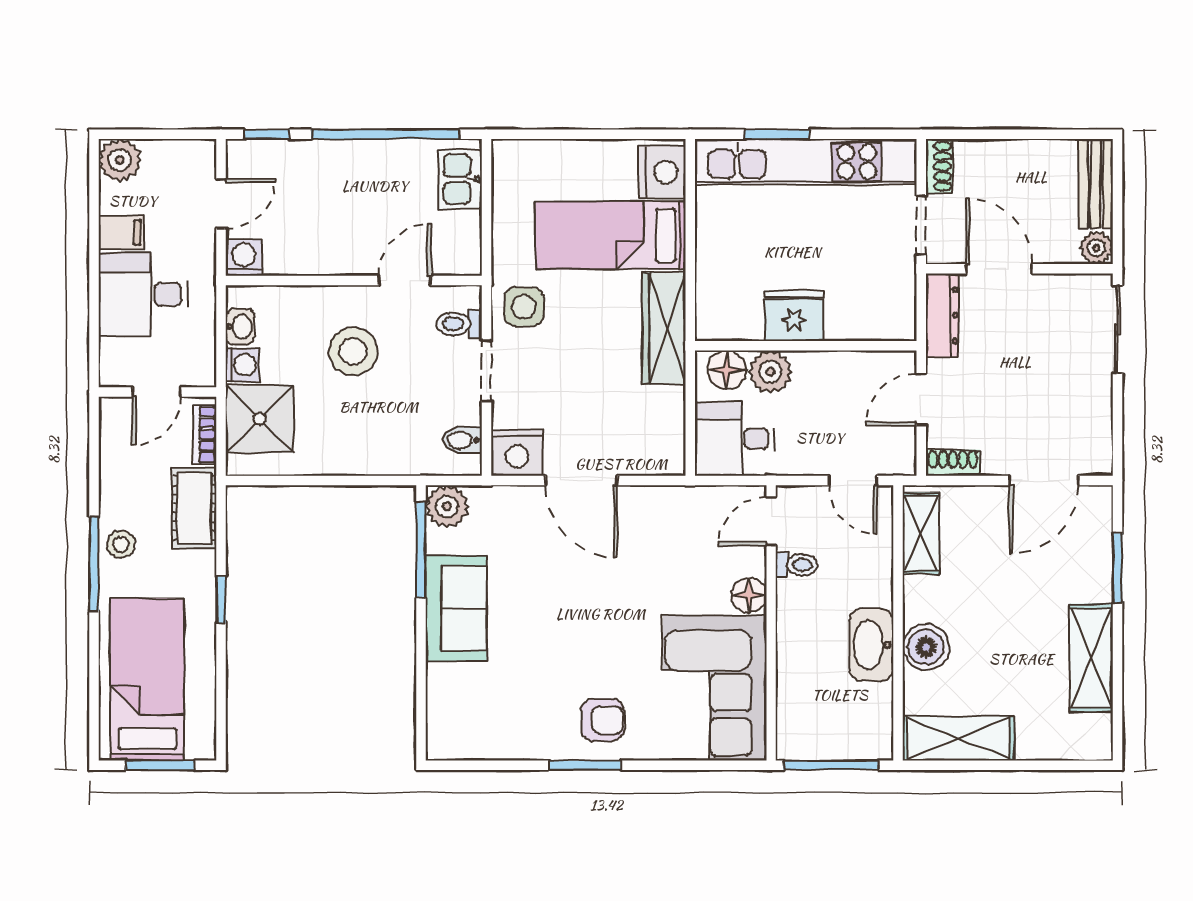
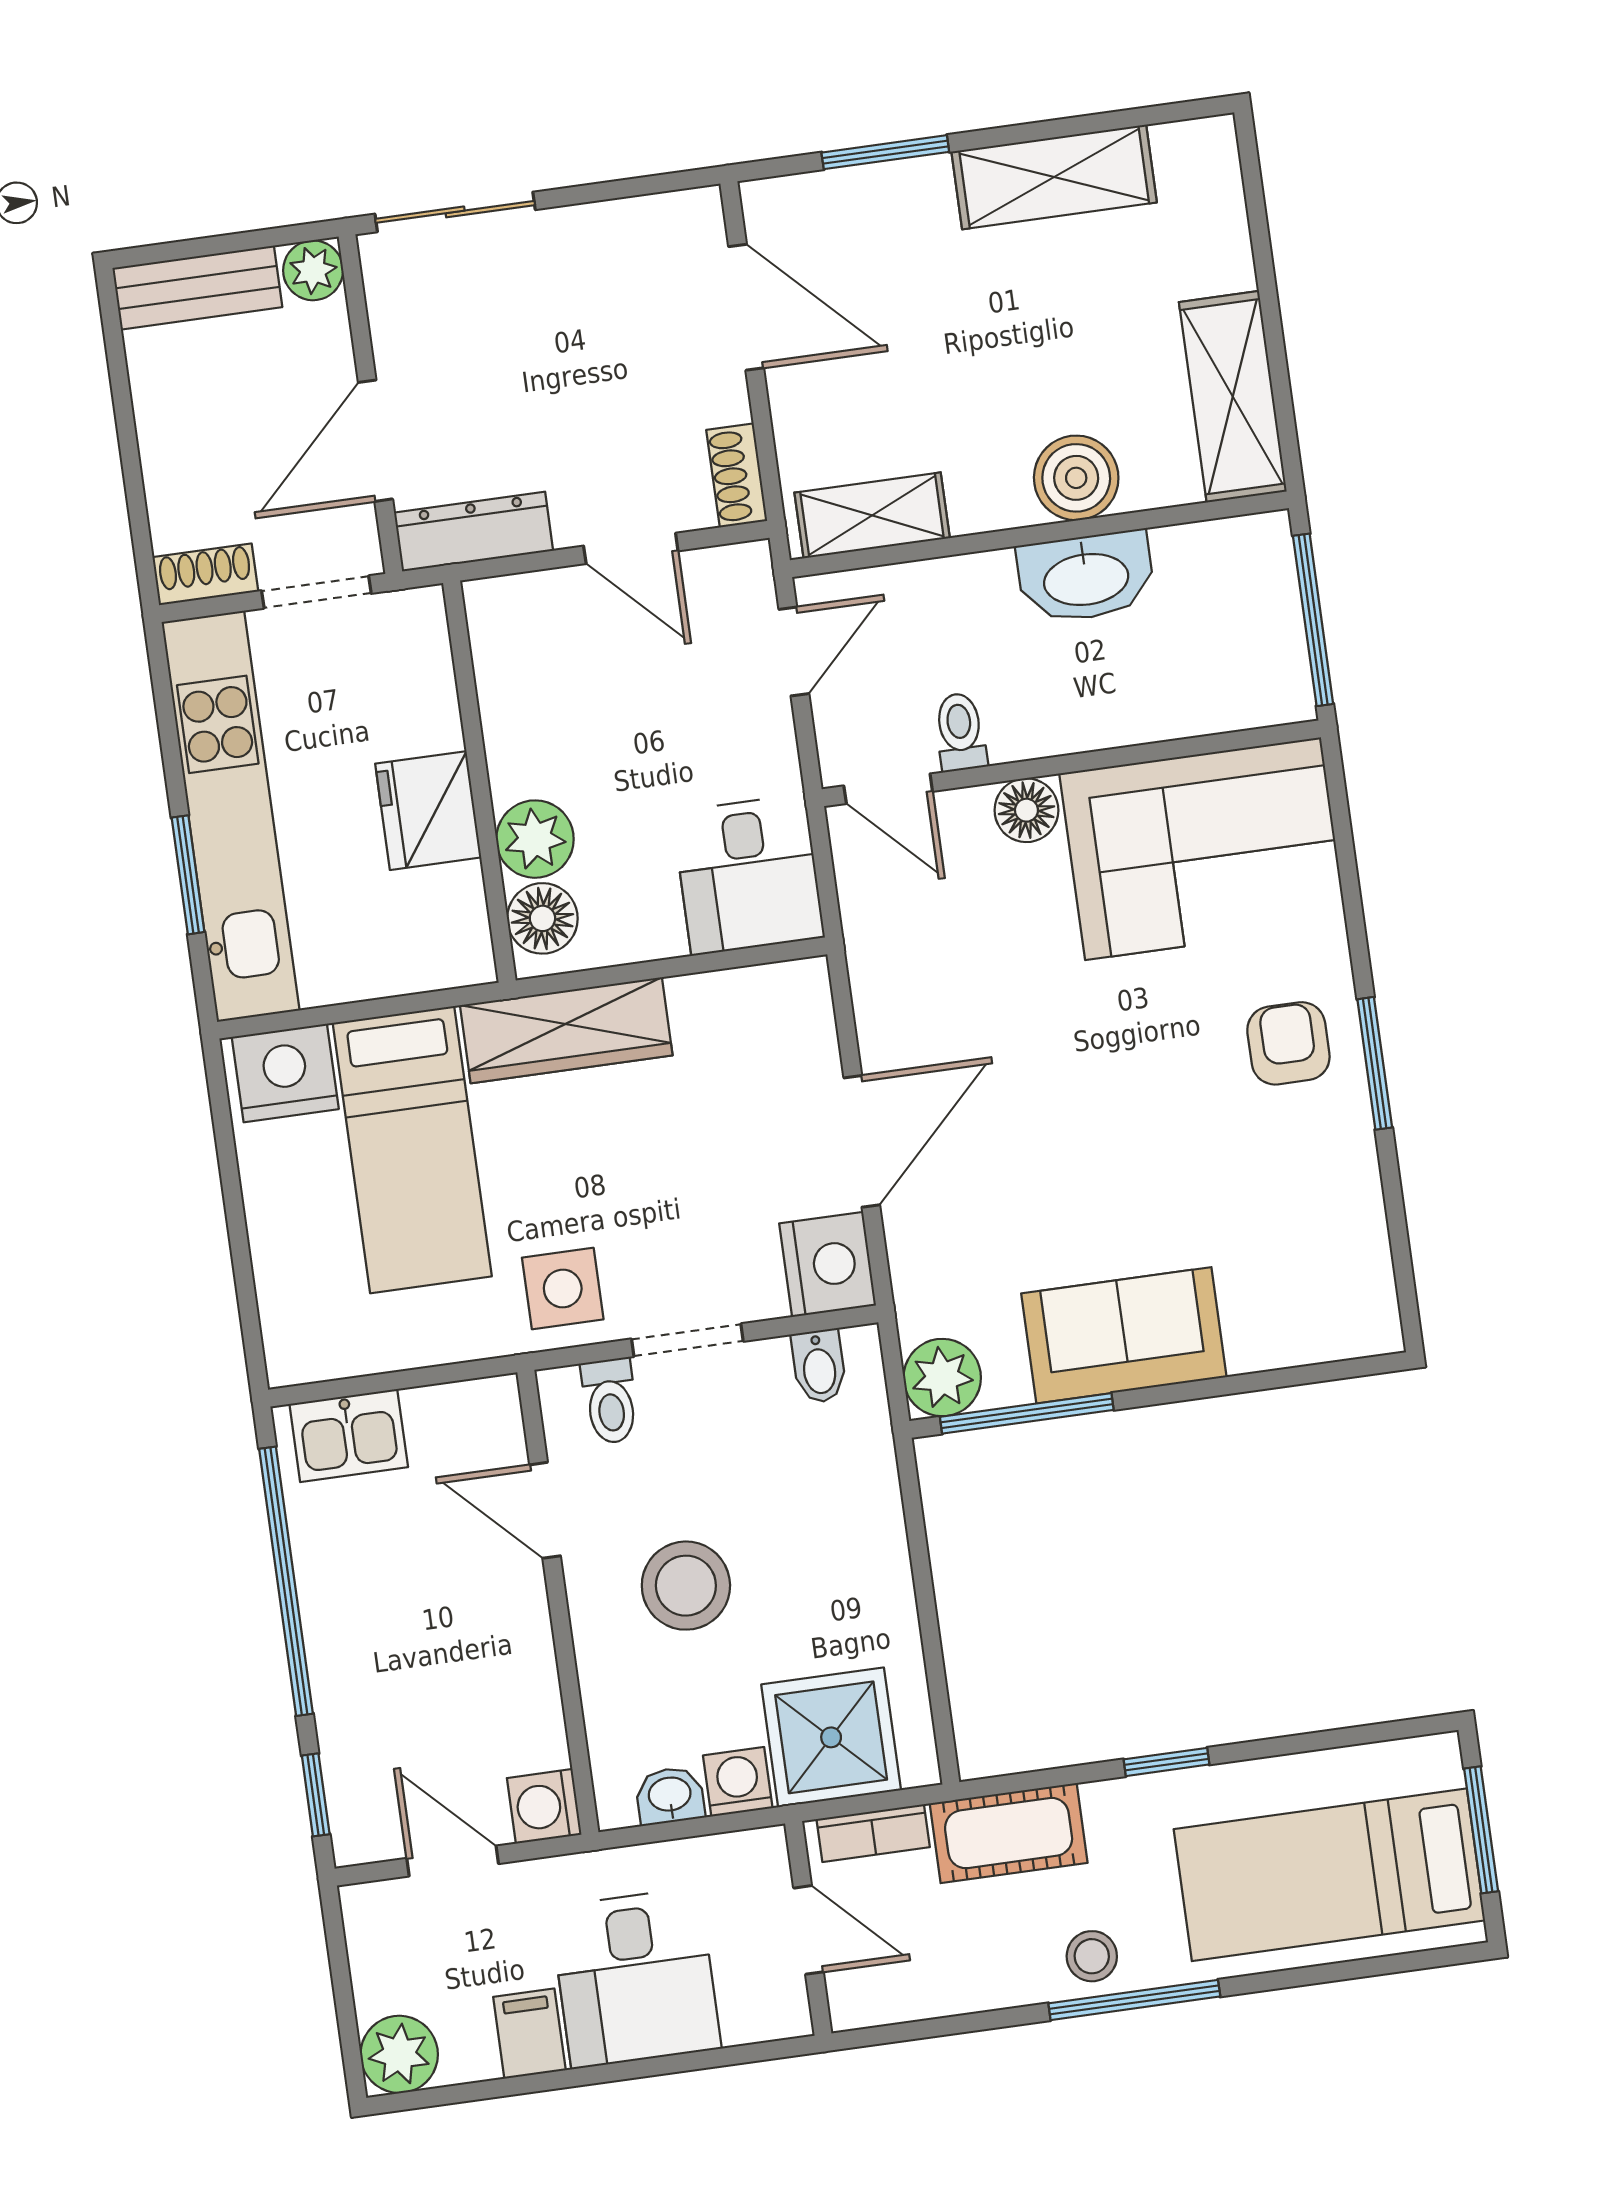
fridge: (794, 316) -> (428, 811), moved
wall: (806, 346) -> (479, 782), moved
floor lamp: (727, 370) -> (542, 918), moved
plant: (770, 372) -> (535, 839), moved

